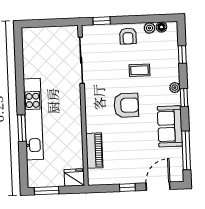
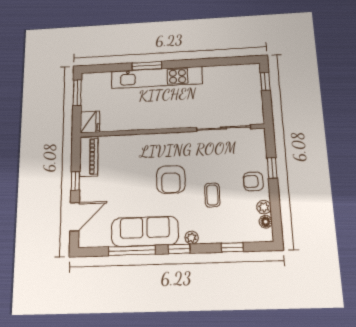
window: (102, 21) -> (272, 168), moved
window: (39, 23) -> (265, 81), added
sofa: (170, 126) -> (145, 231), width x1.36
window: (186, 150) -> (132, 250), moved
piano: (94, 151) -> (89, 157), moved, turned -90
door: (158, 186) -> (75, 217), hinge flipped

